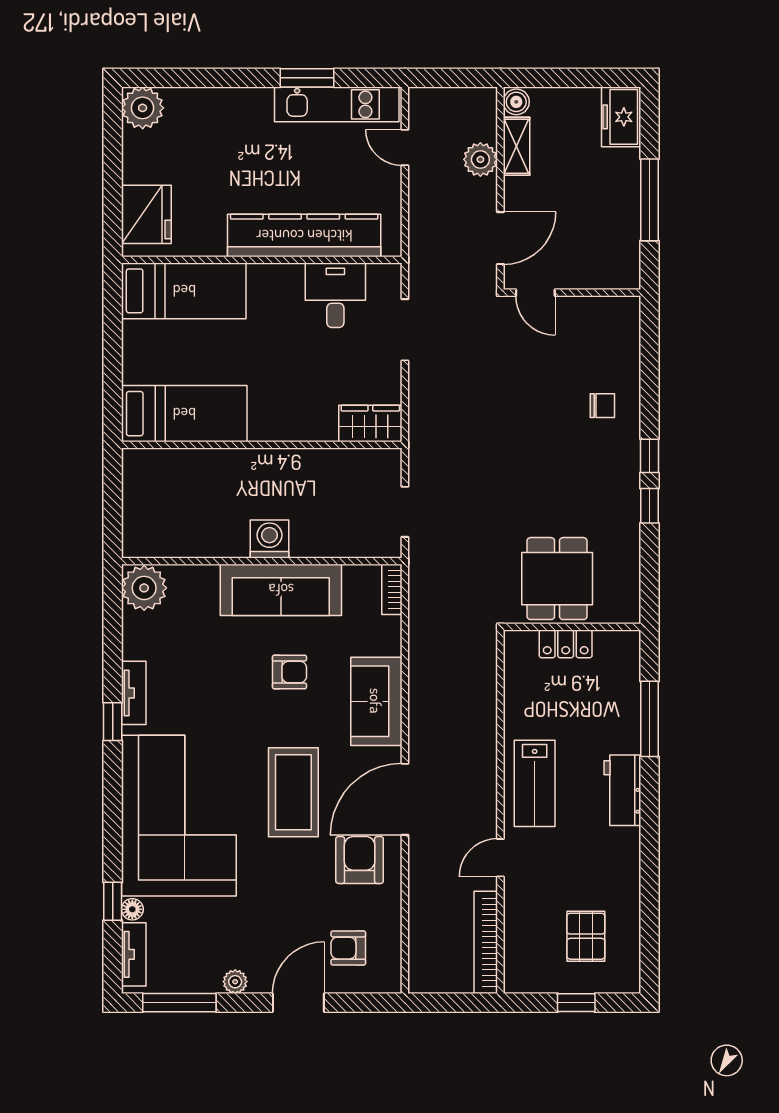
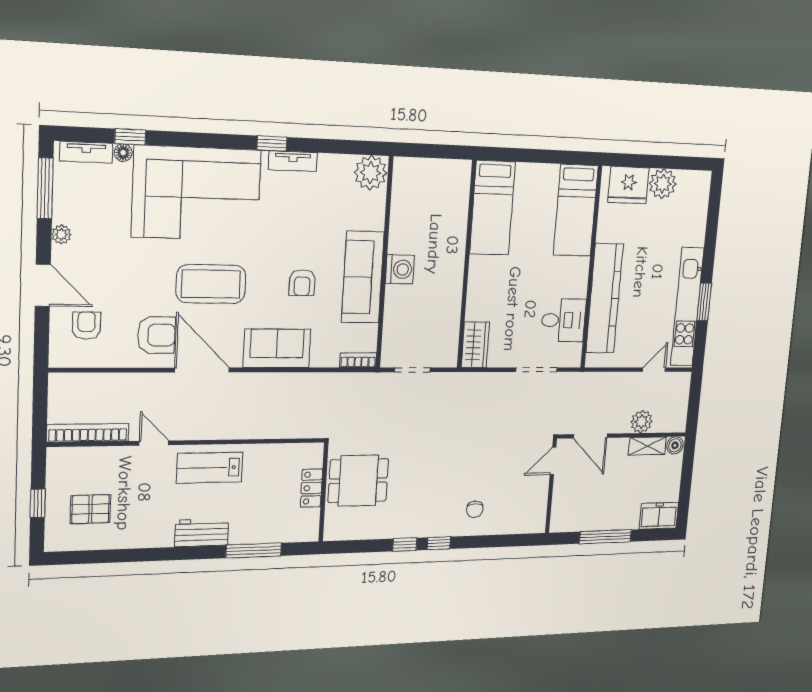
kitchen unit: (337, 104) -> (687, 307), width x1.36
plant: (143, 108) -> (663, 184), moved

